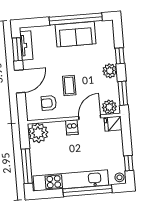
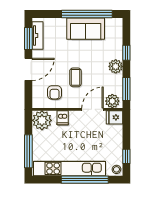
armchair: (49, 103) -> (55, 92), turned -90
dishwasher: (72, 127) -> (63, 118), moved

